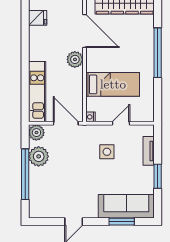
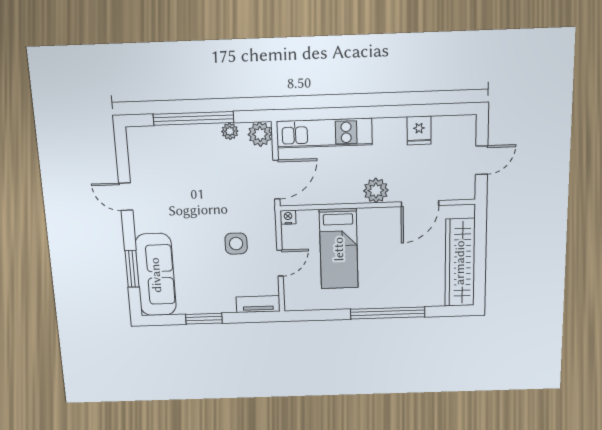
fridge: (38, 18) -> (419, 130), moved
door: (84, 31) -> (420, 204), width x0.73
door: (121, 123) -> (280, 263), hinge flipped
tv unit: (149, 151) -> (258, 304), moved
plant: (39, 156) -> (230, 131), width x0.53, depth x0.53

